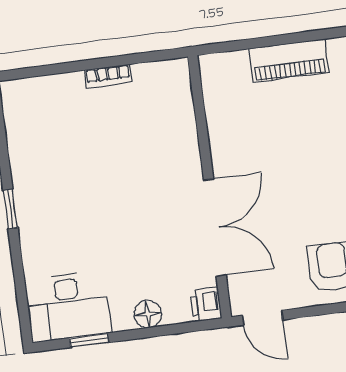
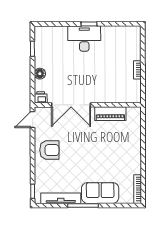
piano: (289, 61) -> (110, 114), moved, turned -90
desk: (68, 306) -> (84, 39), moved, turned 90

